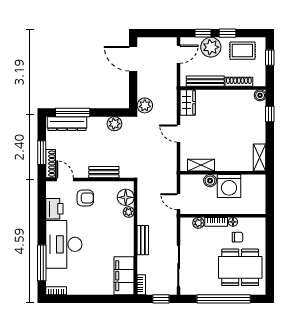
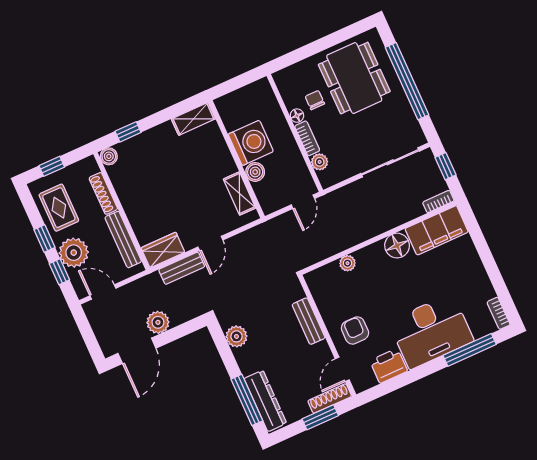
plant: (145, 105) -> (158, 322), moved
floor lamp: (126, 197) -> (397, 246), moved
bench: (143, 240) -> (182, 268), moved

